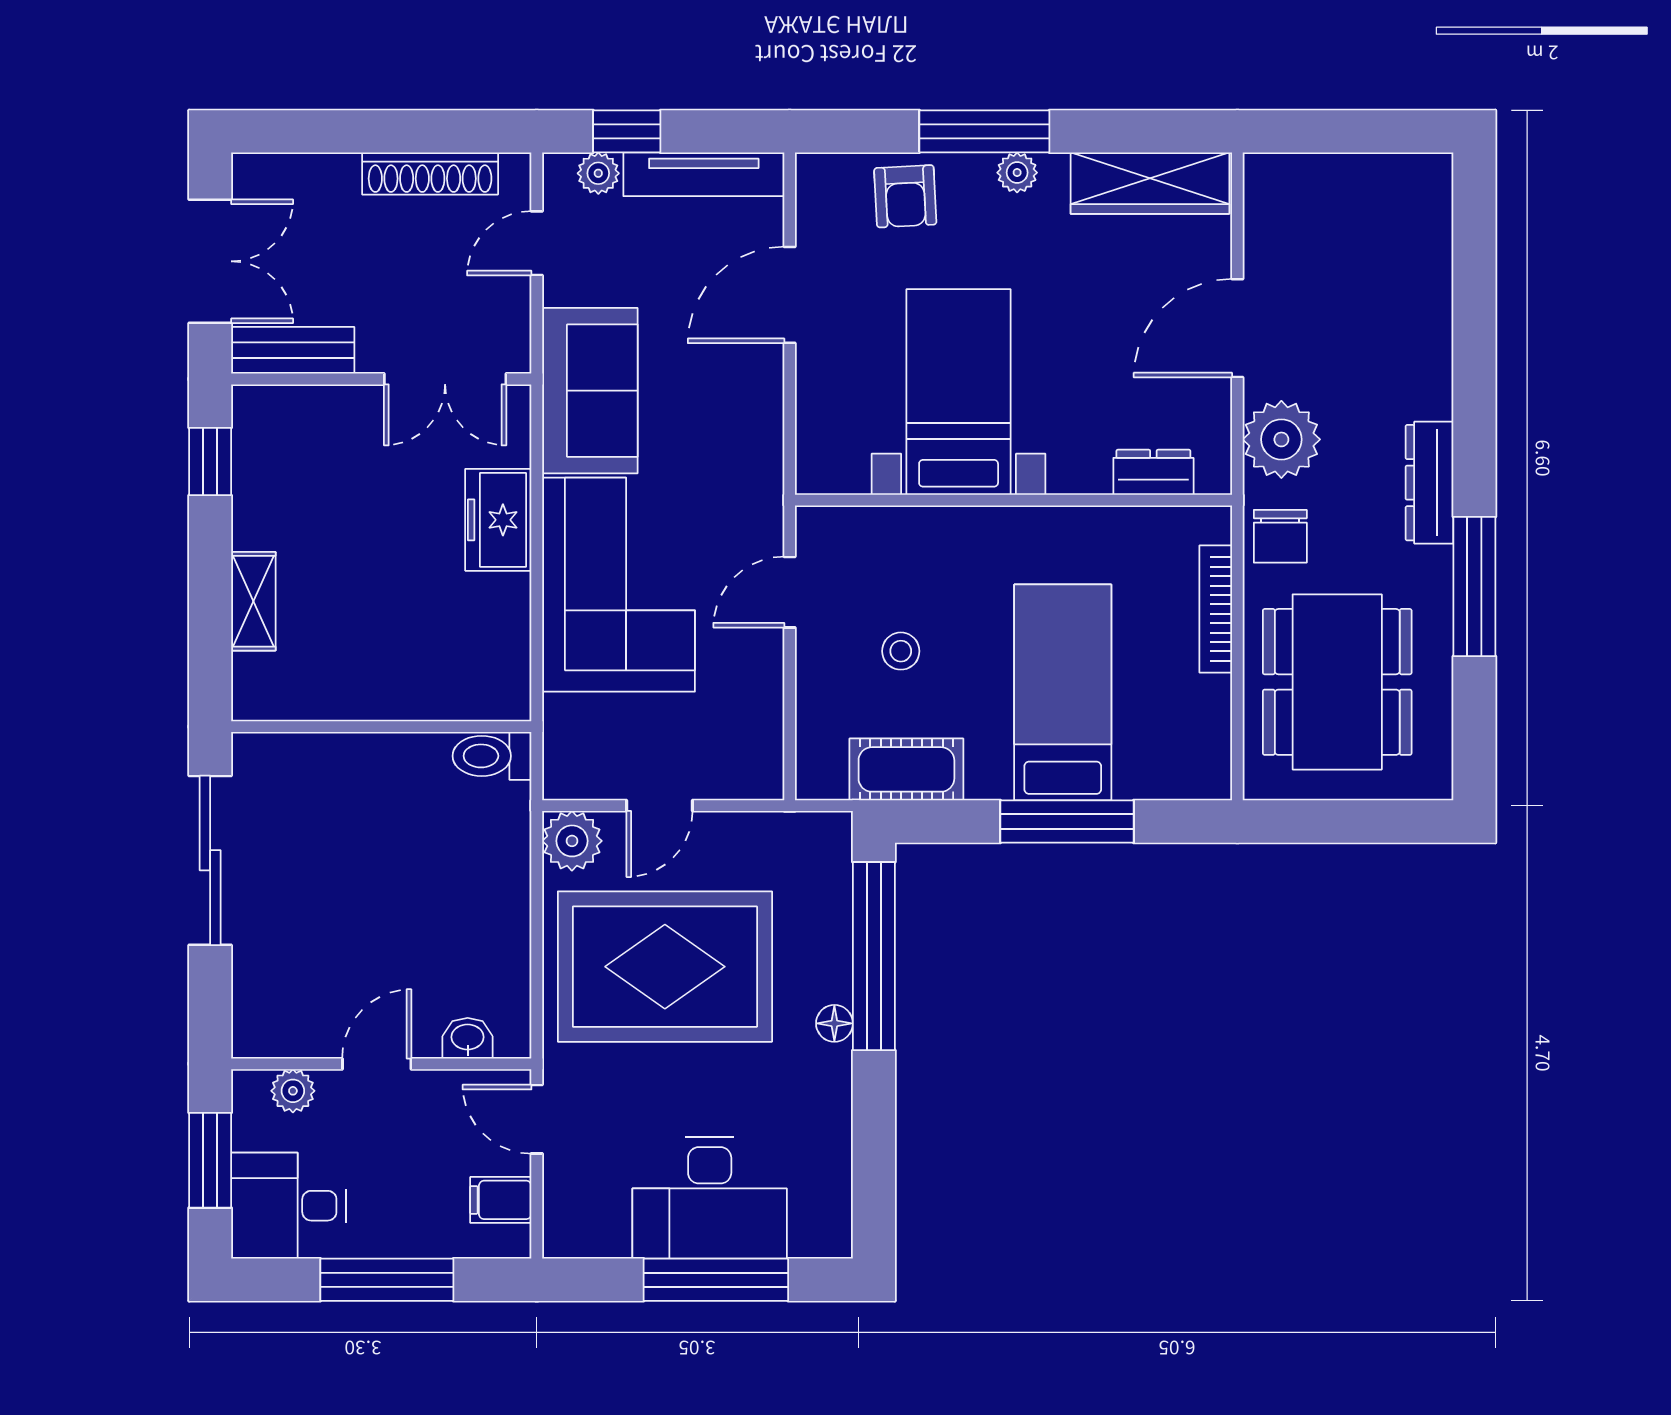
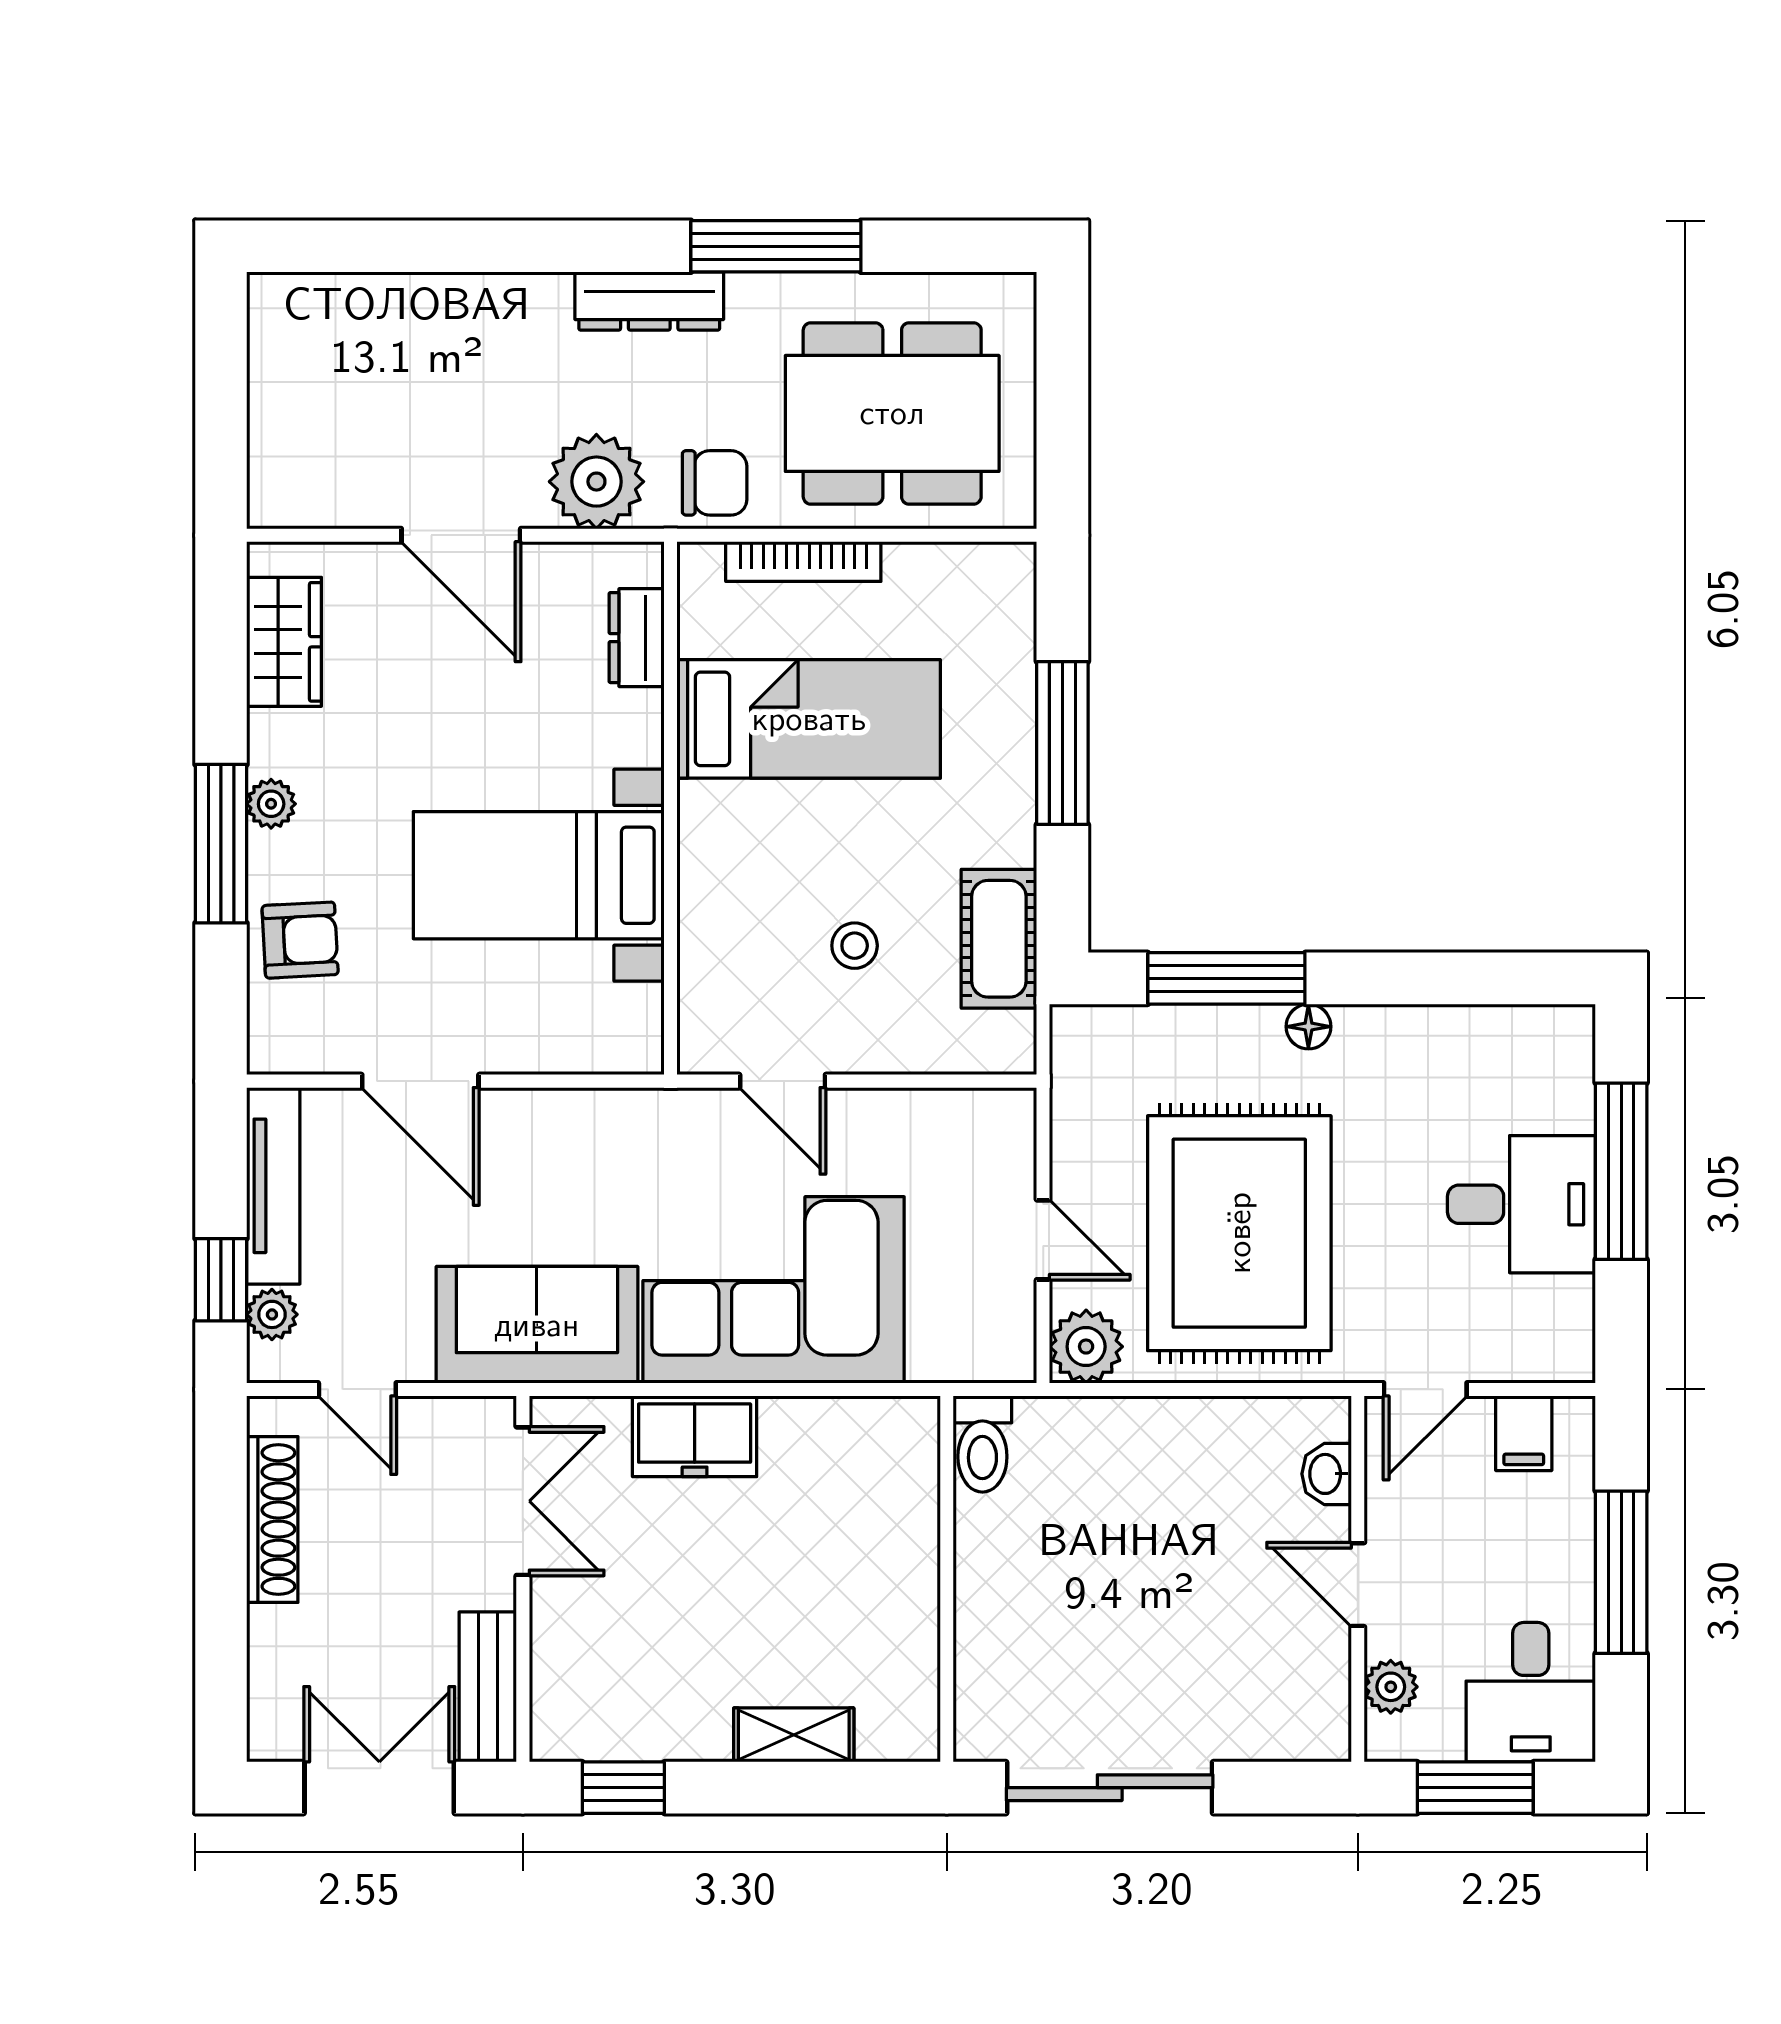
wardrobe: (1150, 183) -> (284, 642), width x0.67
bed: (1063, 692) -> (809, 719), moved, turned 180
window: (874, 956) -> (1226, 978), width x0.68
desk: (710, 1198) -> (1521, 1204), width x0.73

